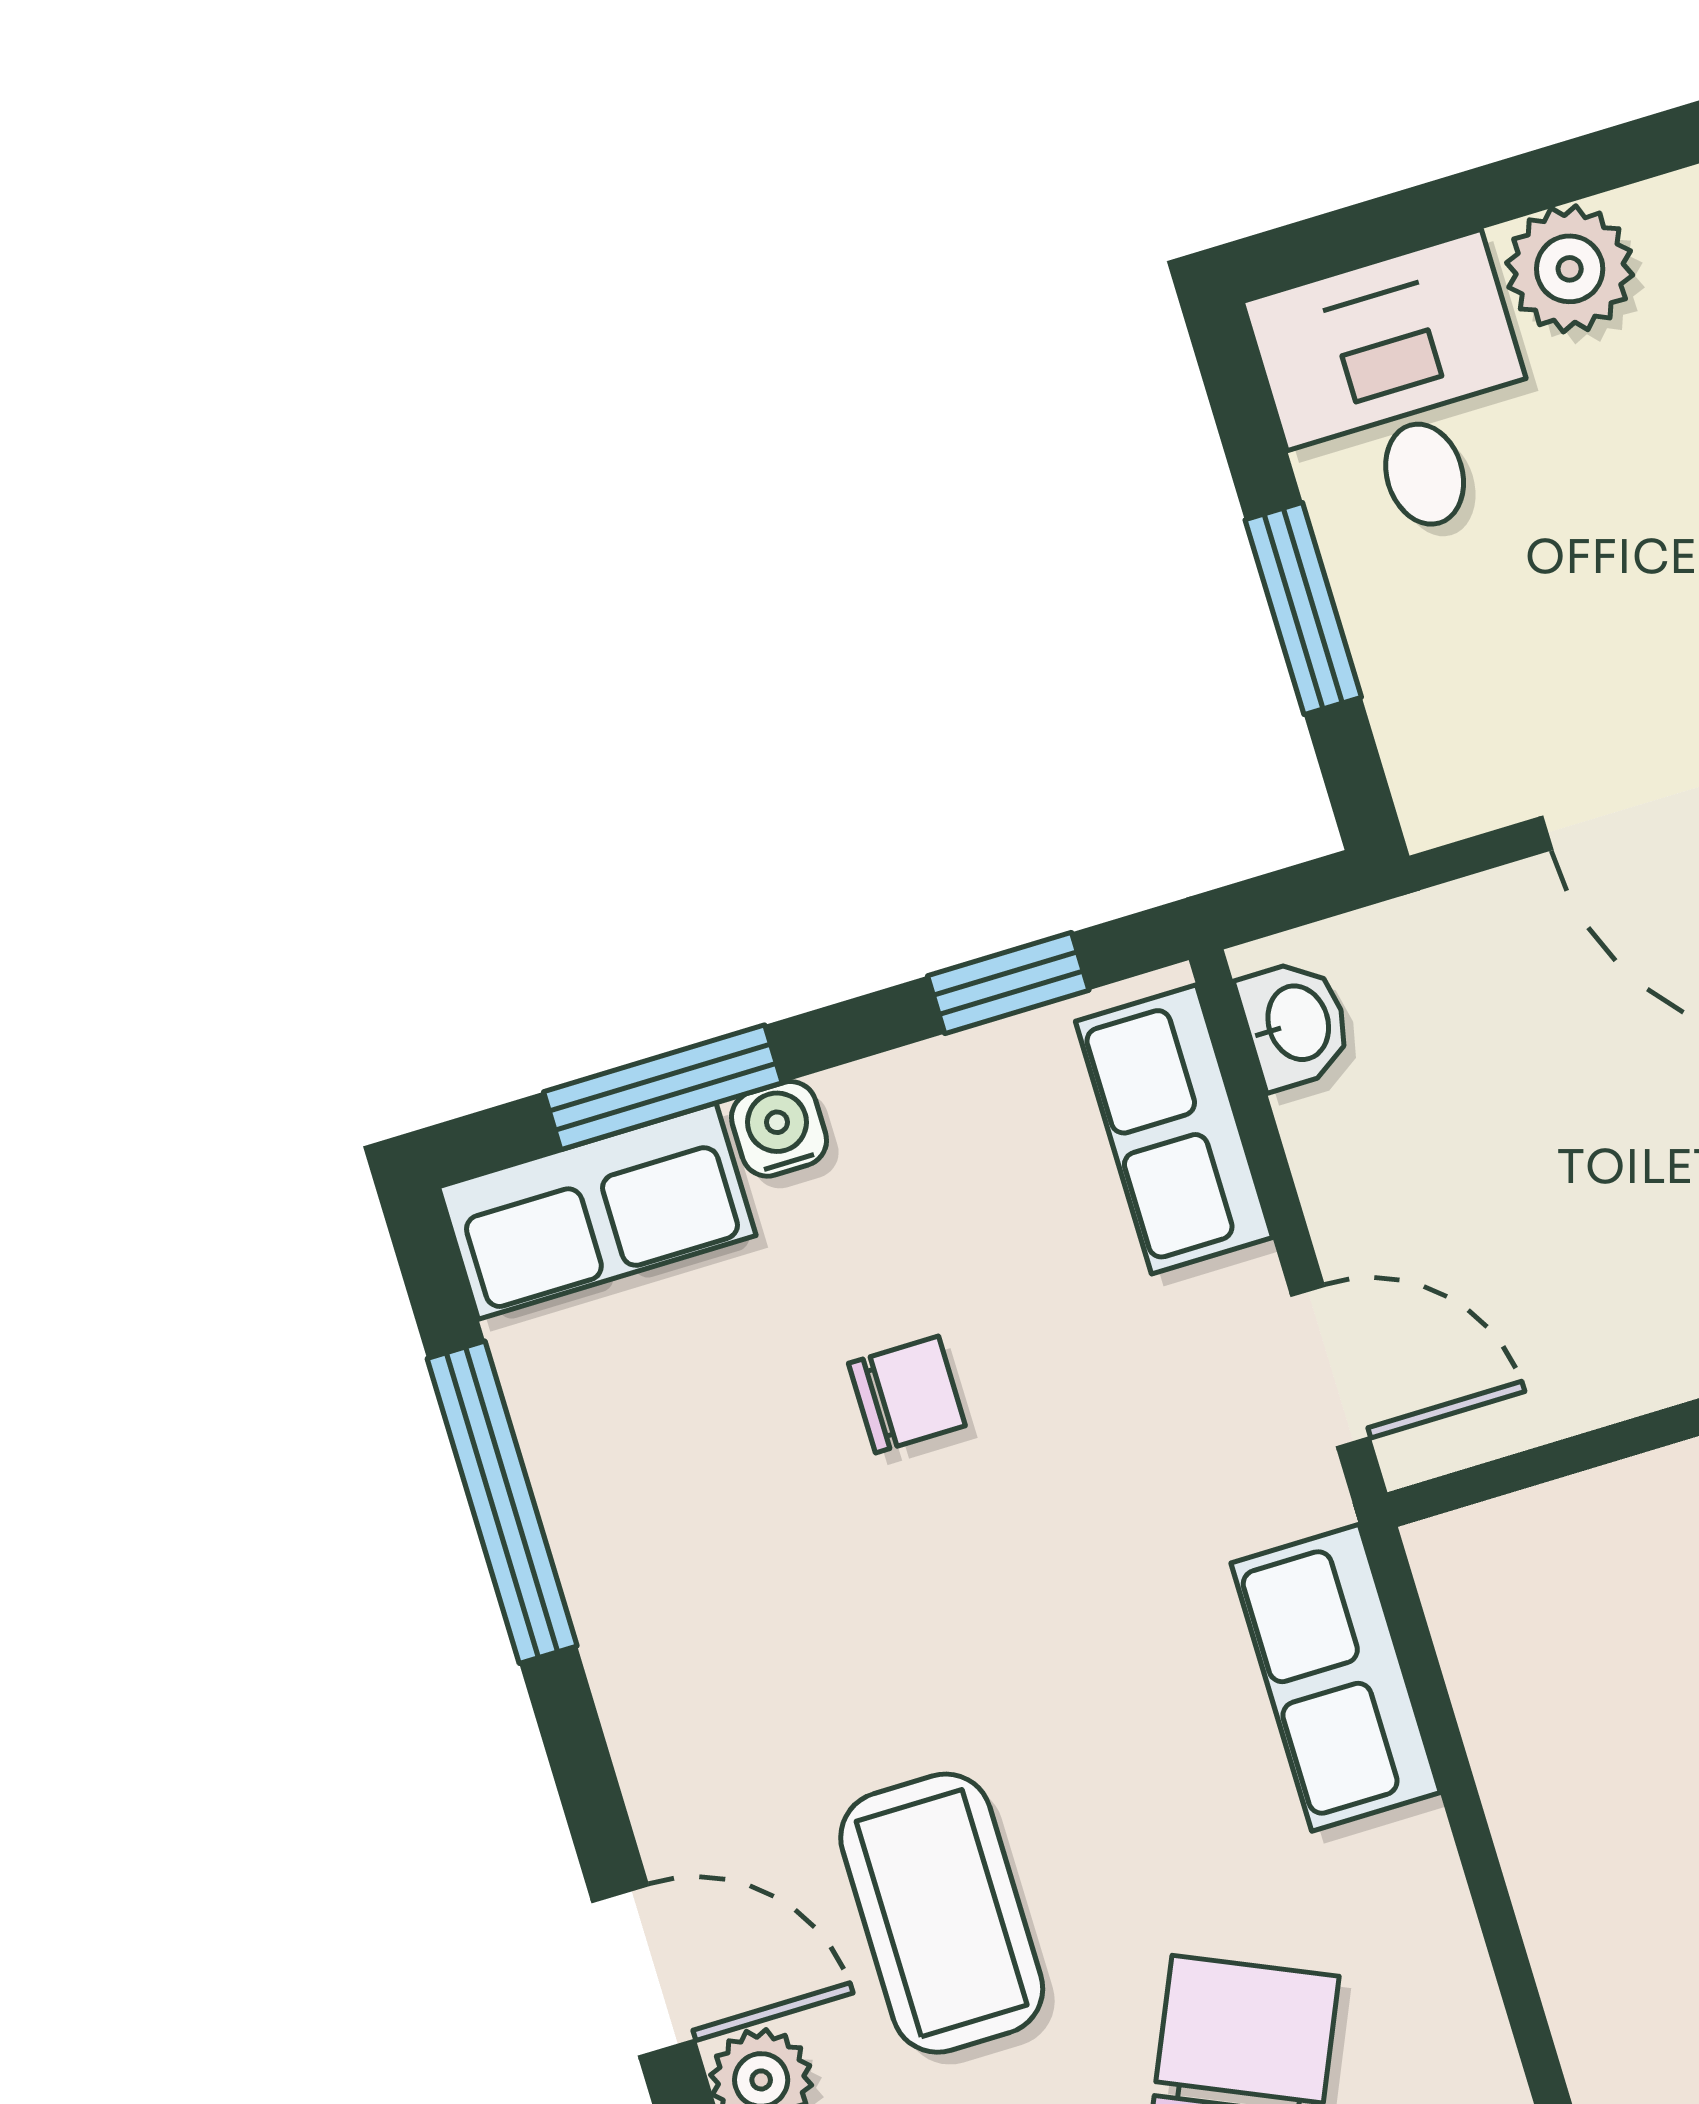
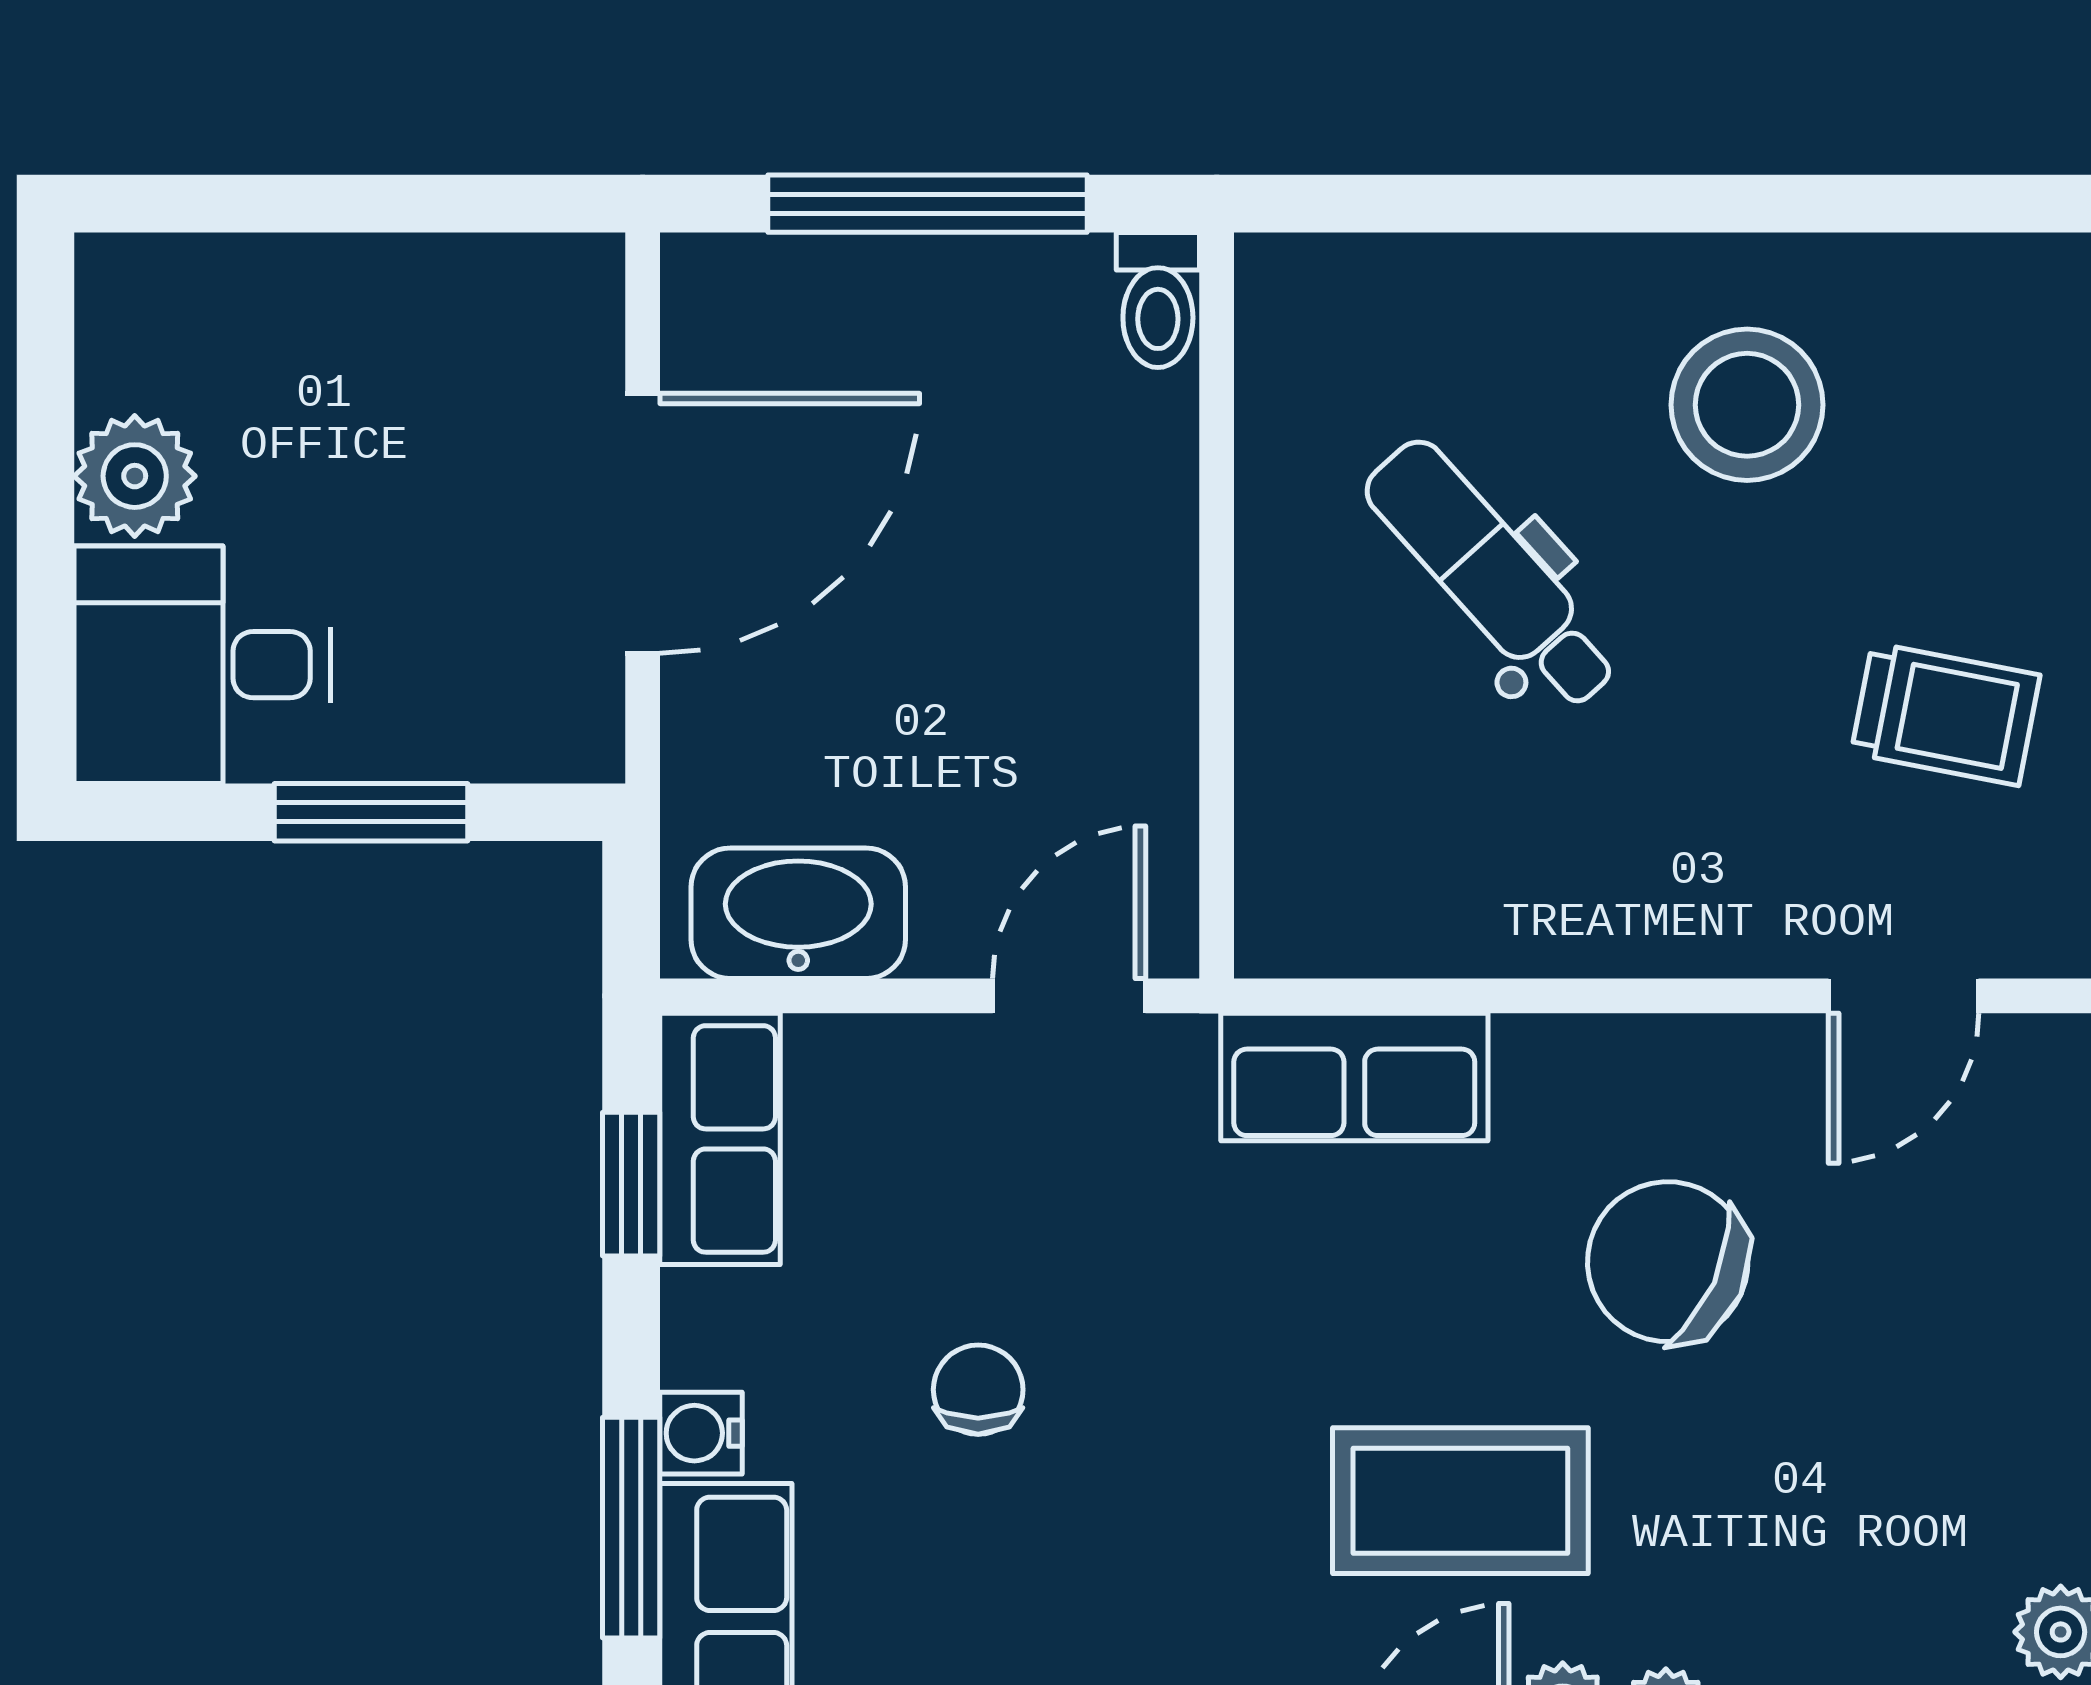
washbasin: (1295, 1024) -> (798, 913), width x1.91, depth x1.45
row of seats: (1174, 1129) -> (720, 1139), moved, turned -90

